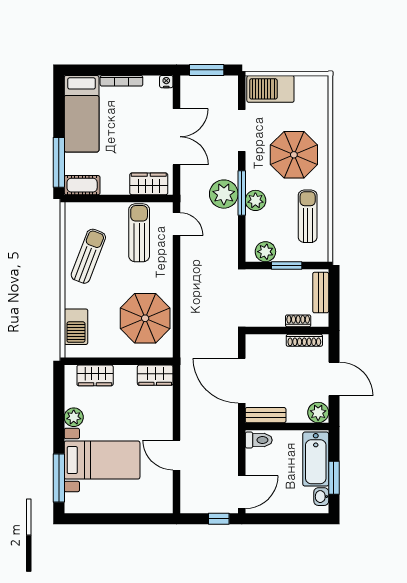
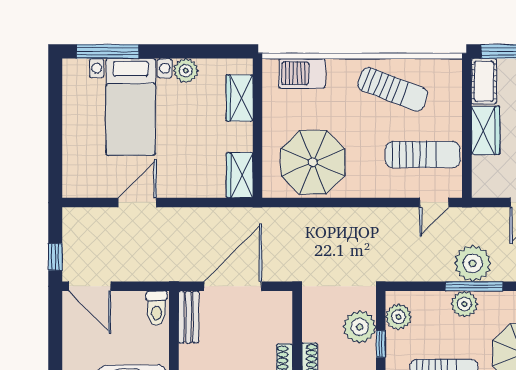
wardrobe: (149, 184) -> (486, 130), moved
window: (287, 265) -> (381, 344), width x0.67
plant: (273, 282) -> (360, 327), added

